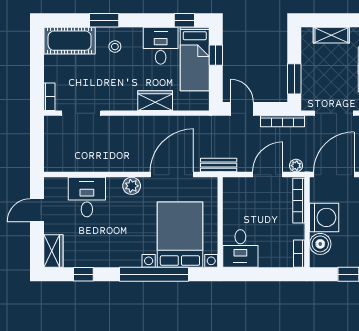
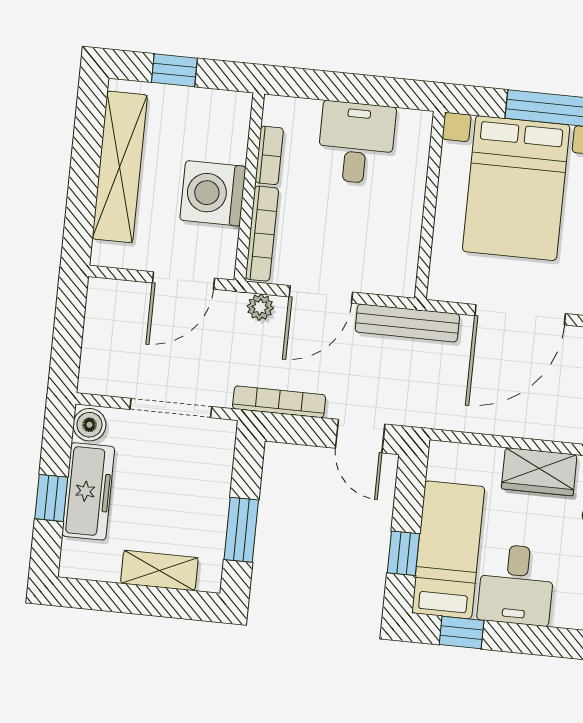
window: (294, 79) -> (241, 530), moved
bench: (219, 165) -> (407, 323), width x1.36
door: (334, 175) -> (183, 280), width x0.73
boiler: (320, 244) -> (226, 139), removed
desk: (240, 248) -> (356, 143), moved
bookcase: (299, 254) -> (269, 155), moved

